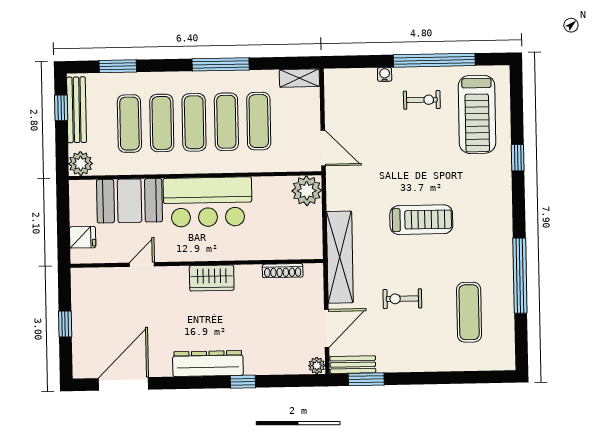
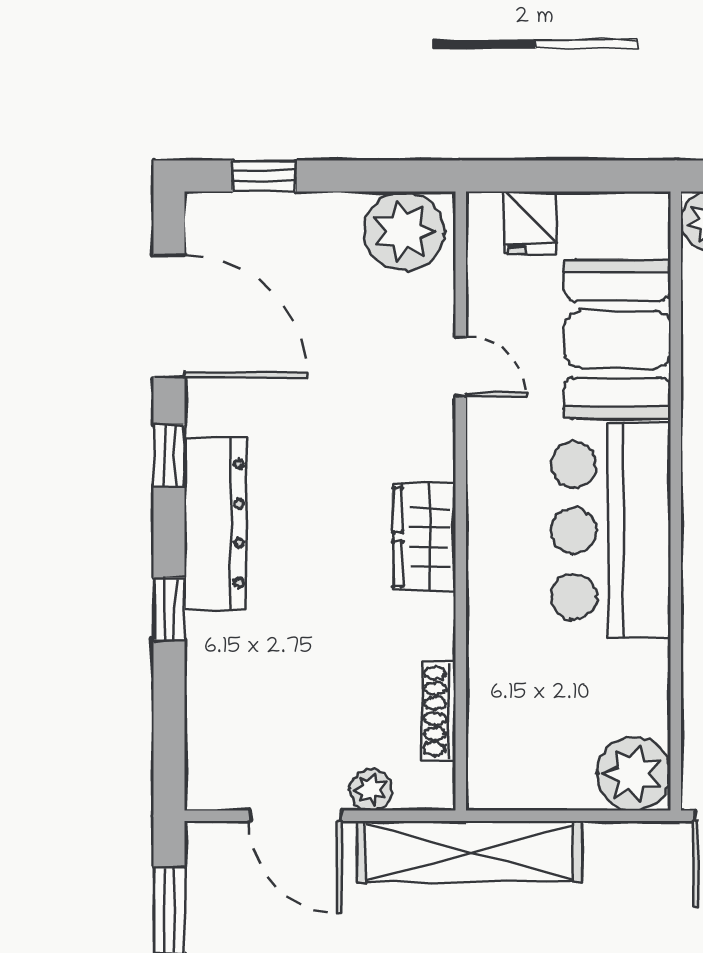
plant: (87, 289) -> (404, 231), added
window: (65, 324) -> (264, 176), moved
bench: (353, 365) -> (206, 878), removed
plant: (317, 366) -> (371, 790), moved
window: (181, 383) -> (169, 456), added

